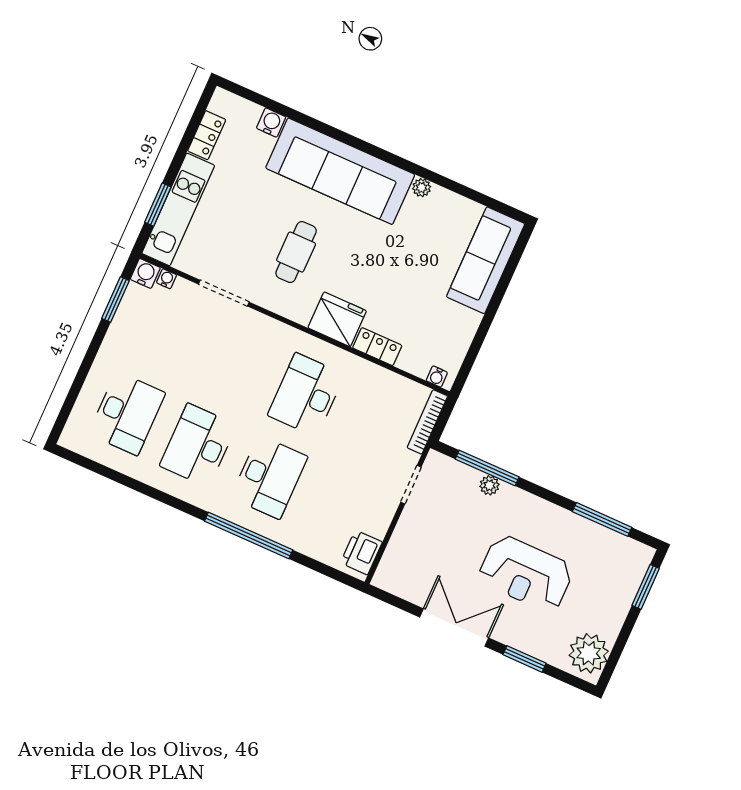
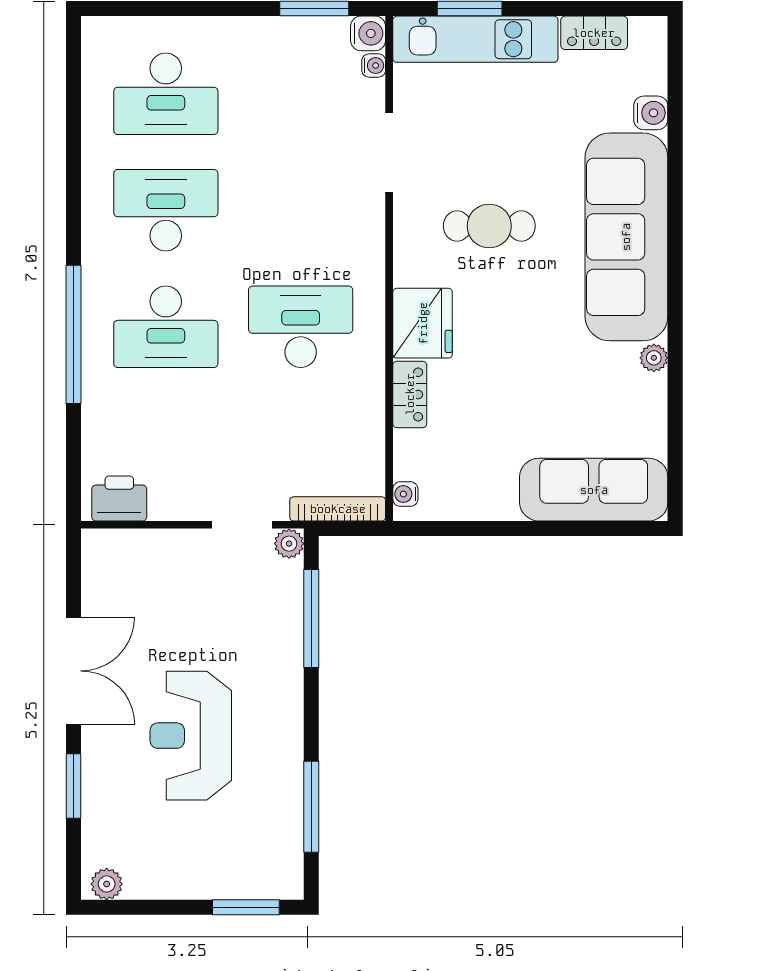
plant: (489, 485) -> (289, 544), moved
plant: (589, 653) -> (107, 884), width x0.53, depth x0.53

